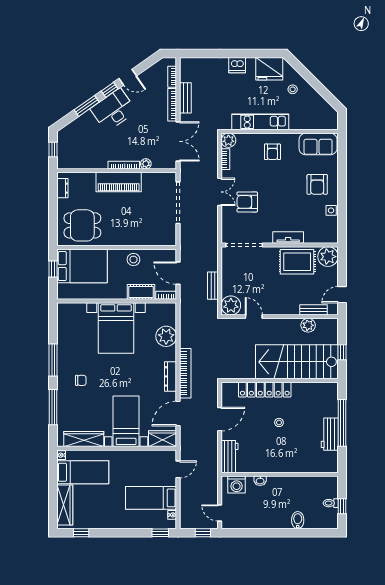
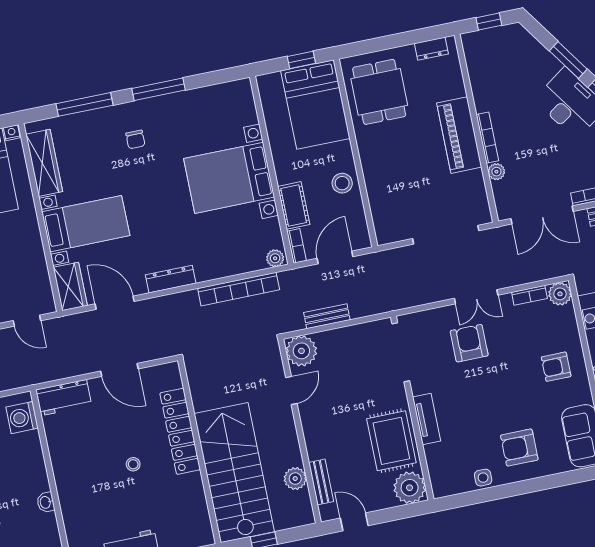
plant: (166, 336) -> (275, 258), moved, width x0.53, depth x0.53
bookcase: (185, 373) -> (239, 289), moved
washbasin: (260, 481) -> (46, 502), moved

